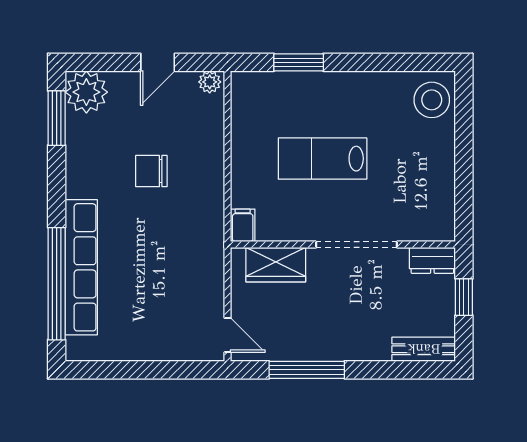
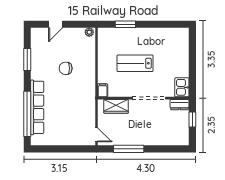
door: (158, 62) -> (56, 24), moved
plant: (86, 92) -> (39, 36), removed
stool: (432, 100) -> (179, 39), removed
window: (57, 118) -> (27, 60), moved
kitchen sink: (438, 218) -> (182, 87), added
bench: (424, 349) -> (176, 141), removed

